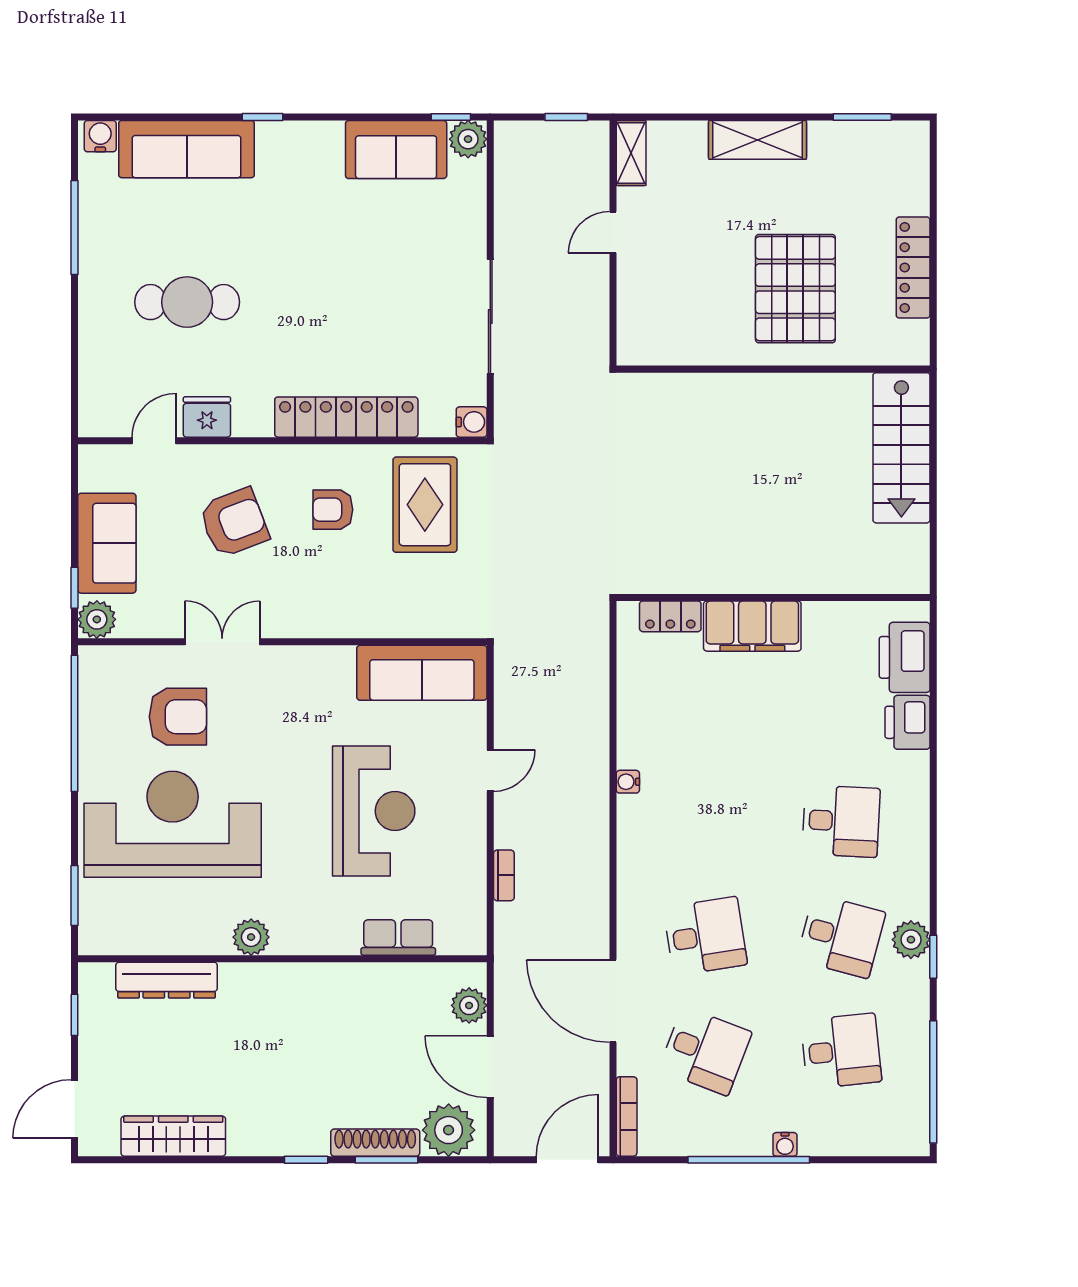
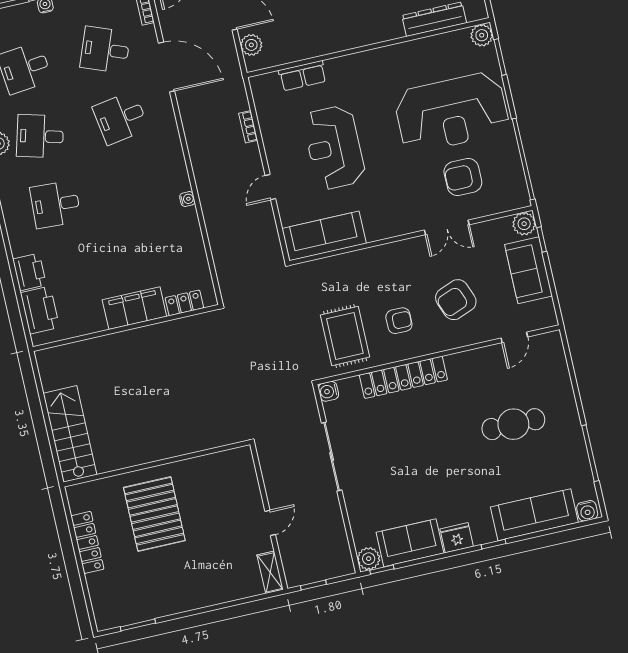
shelving: (758, 140) -> (197, 597), removed
fridge: (207, 417) -> (457, 538), moved, turned 180
plant: (251, 937) -> (482, 35), moved

